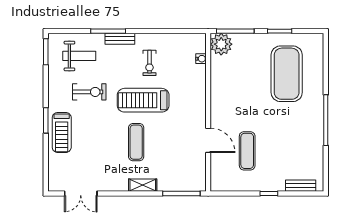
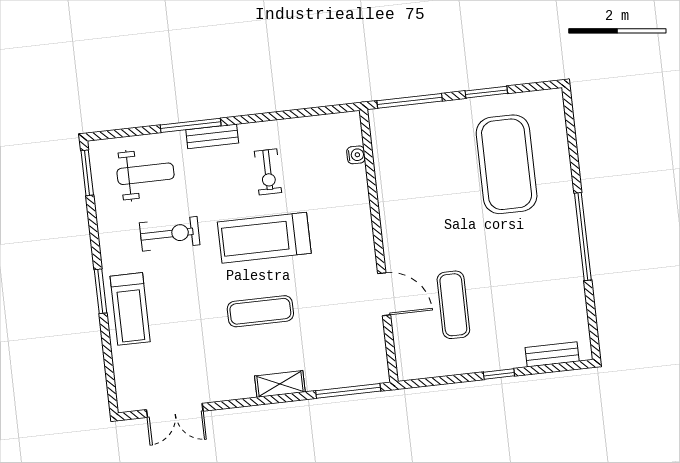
plant: (221, 44) -> (388, 126), removed
exercise mat: (136, 142) -> (260, 311), turned 90

